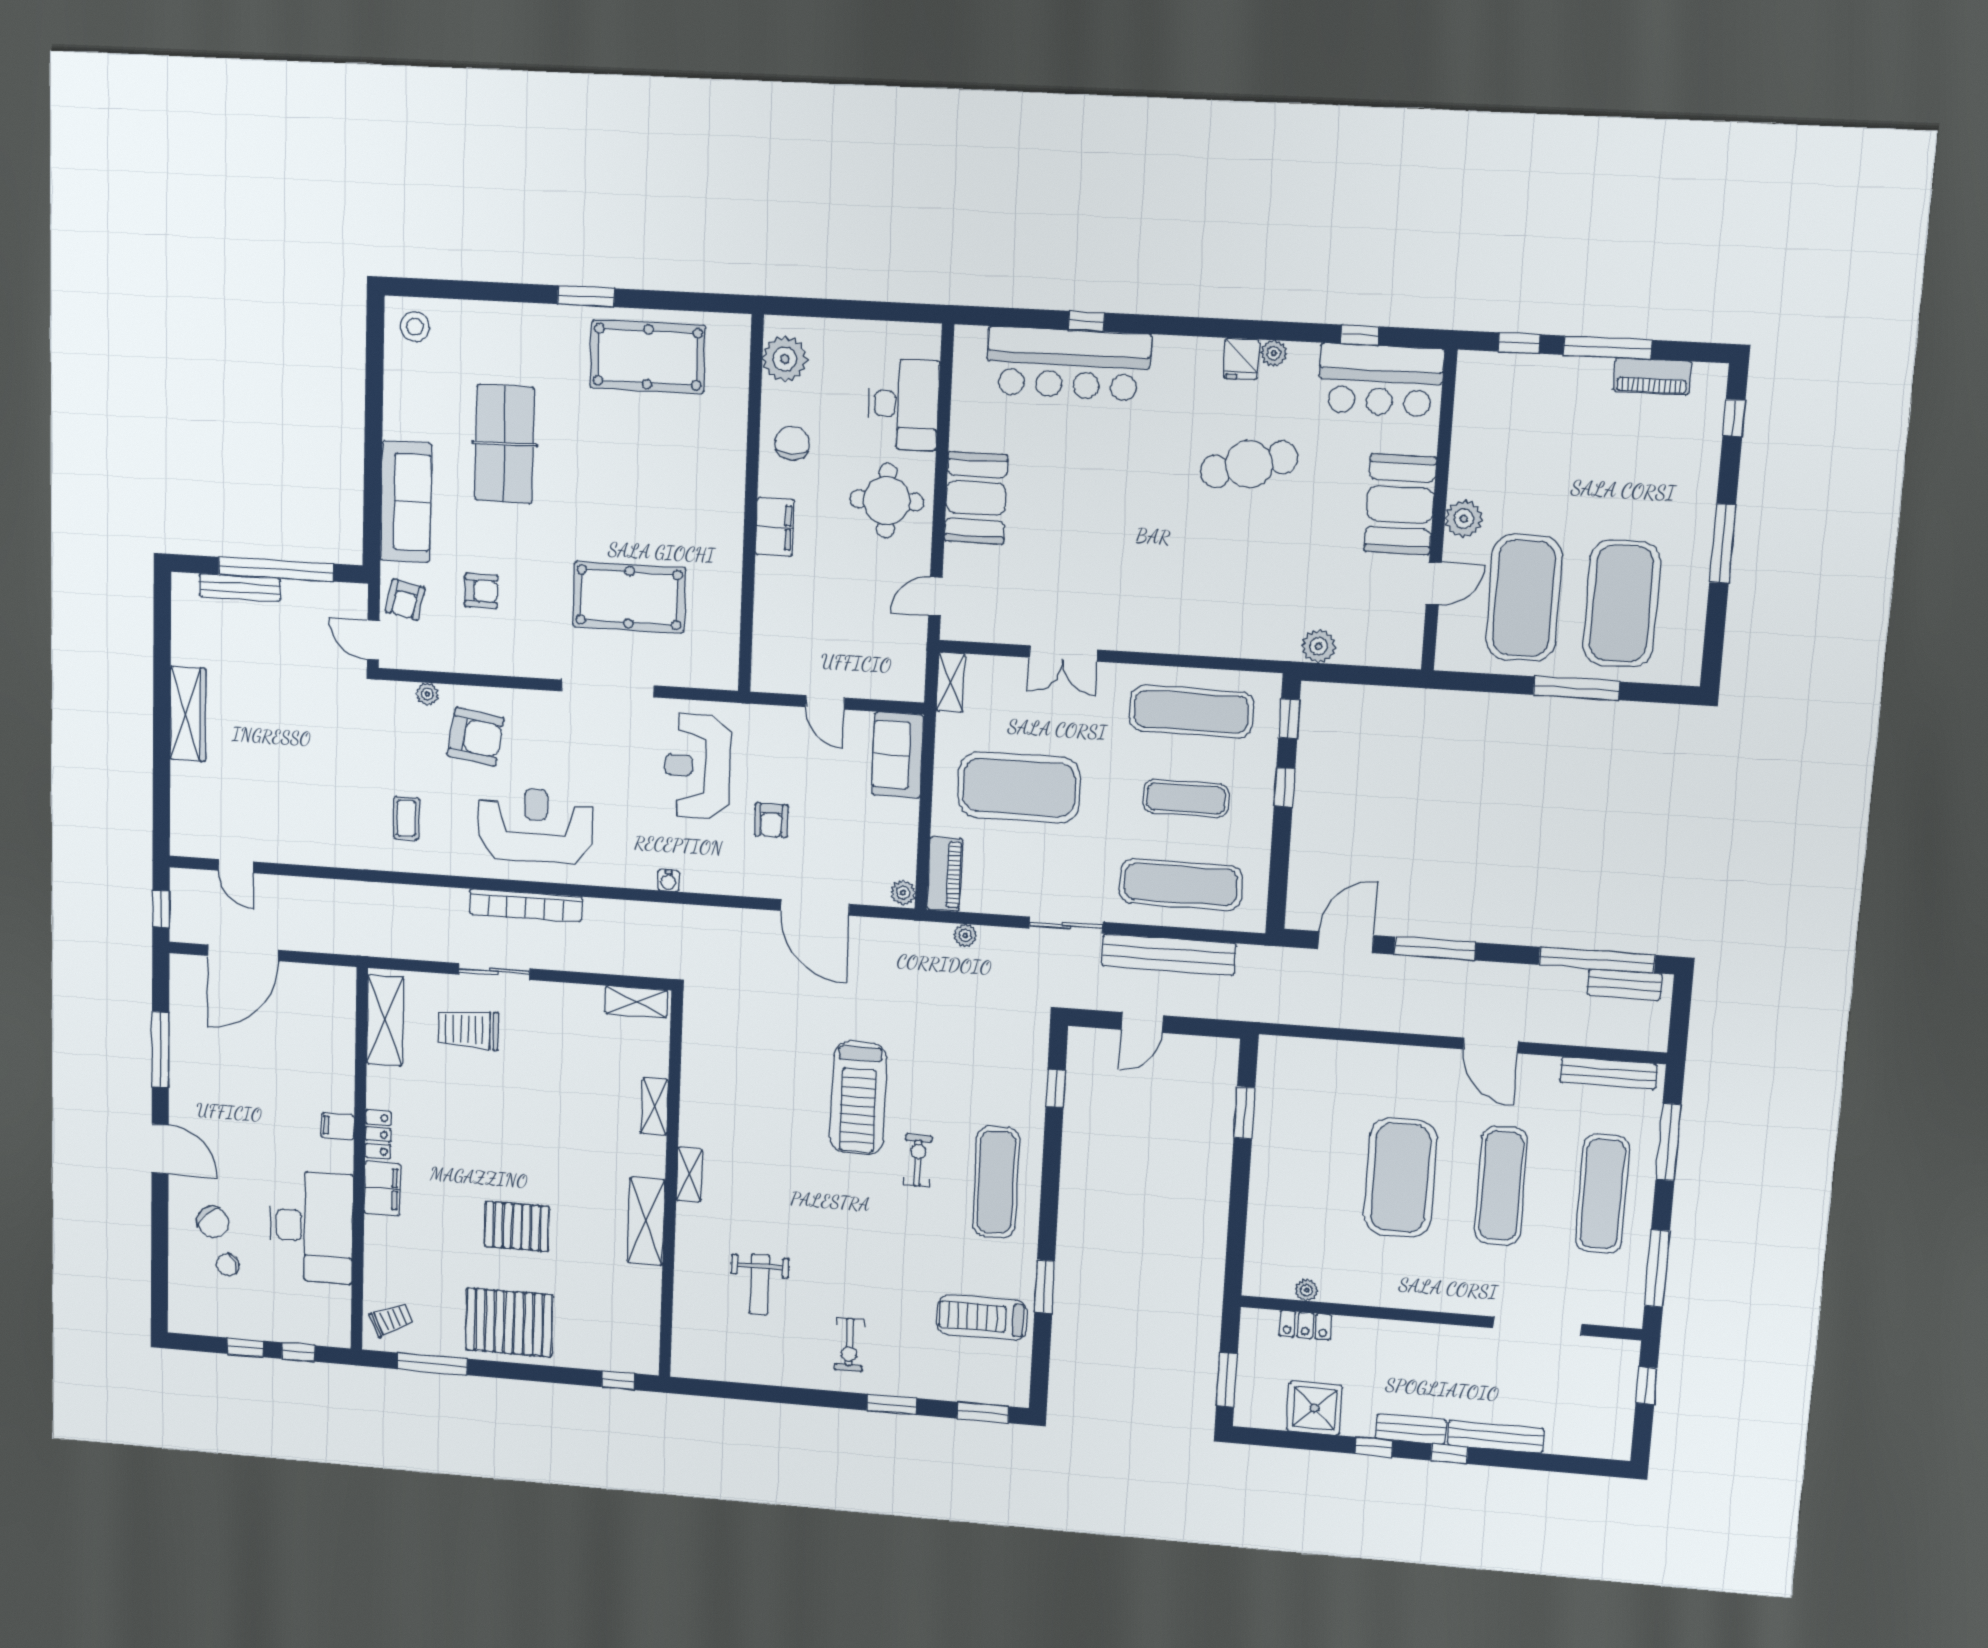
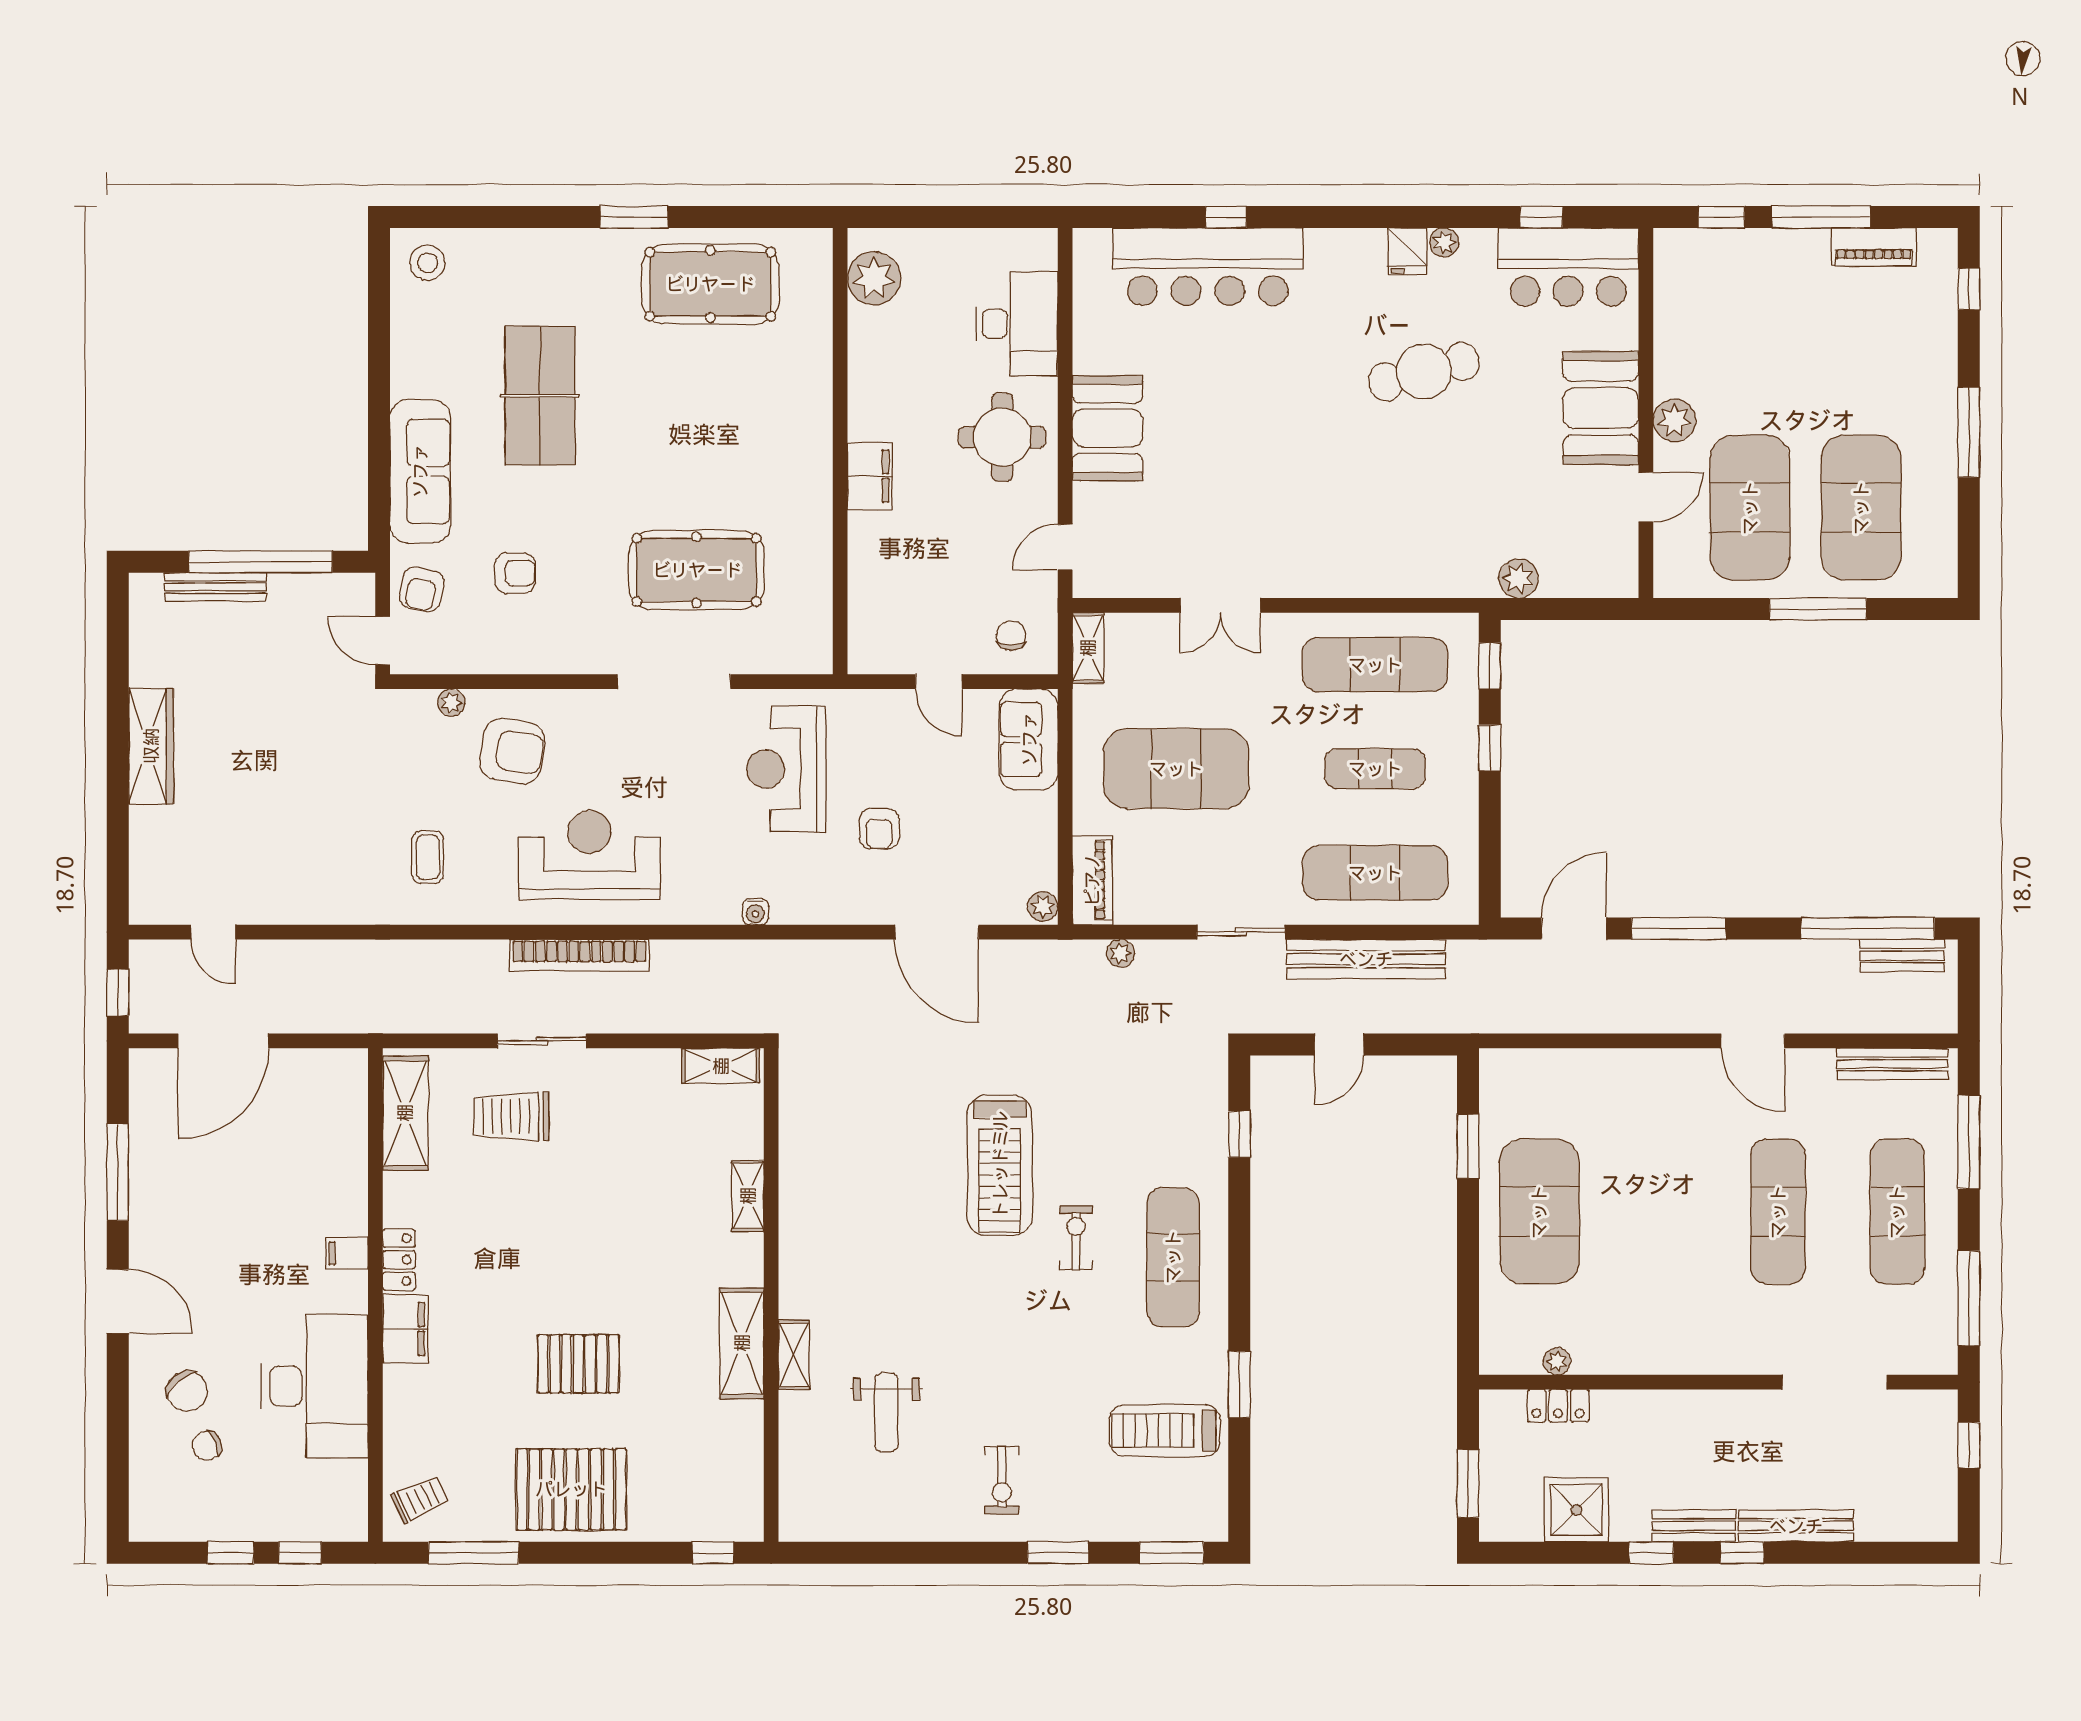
chair: (792, 443) -> (1011, 636), moved, width x0.73, depth x0.73
shelving: (689, 1175) -> (794, 1355), moved
exercise mat: (1400, 1178) -> (1539, 1212), moved

